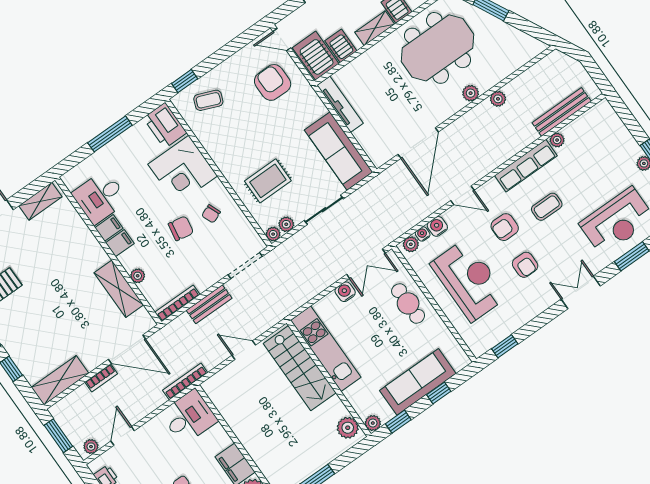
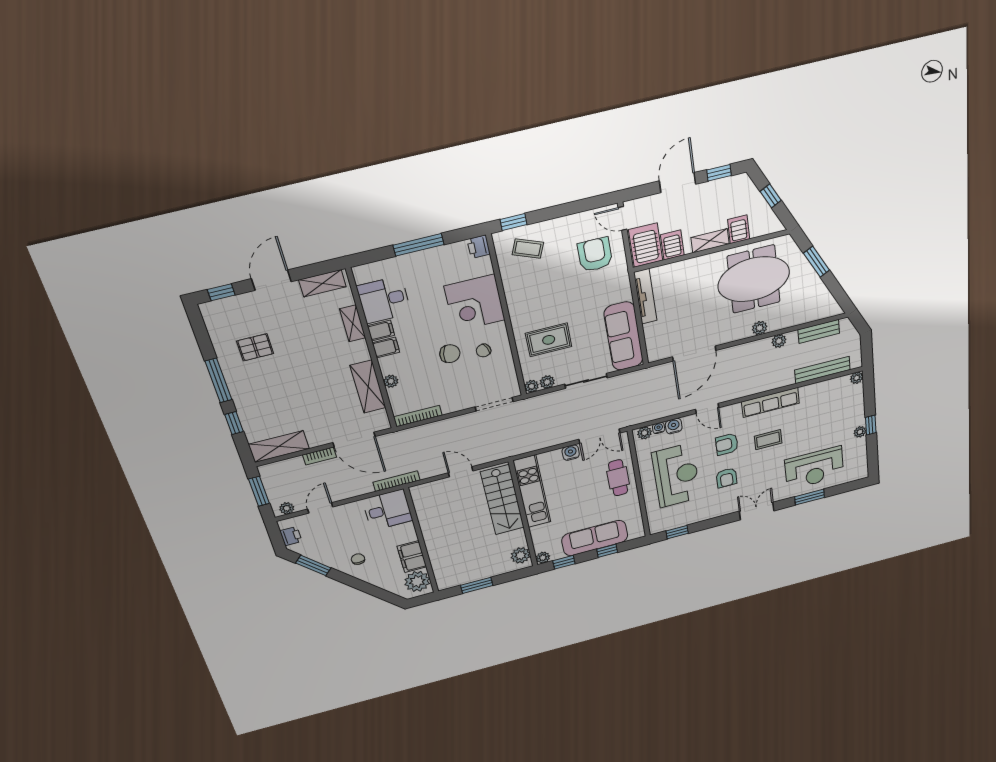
printer: (165, 125) -> (479, 247), width x0.53, depth x0.68
plant: (557, 140) -> (857, 378), moved
shelving: (81, 230) -> (353, 323), added
bench: (209, 304) -> (819, 331), moved

